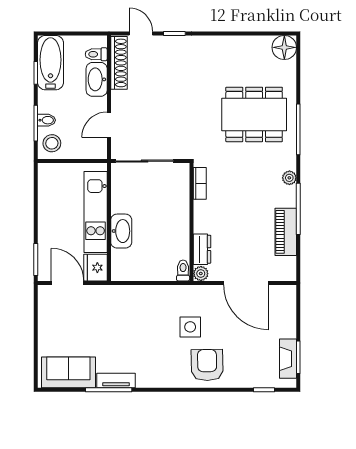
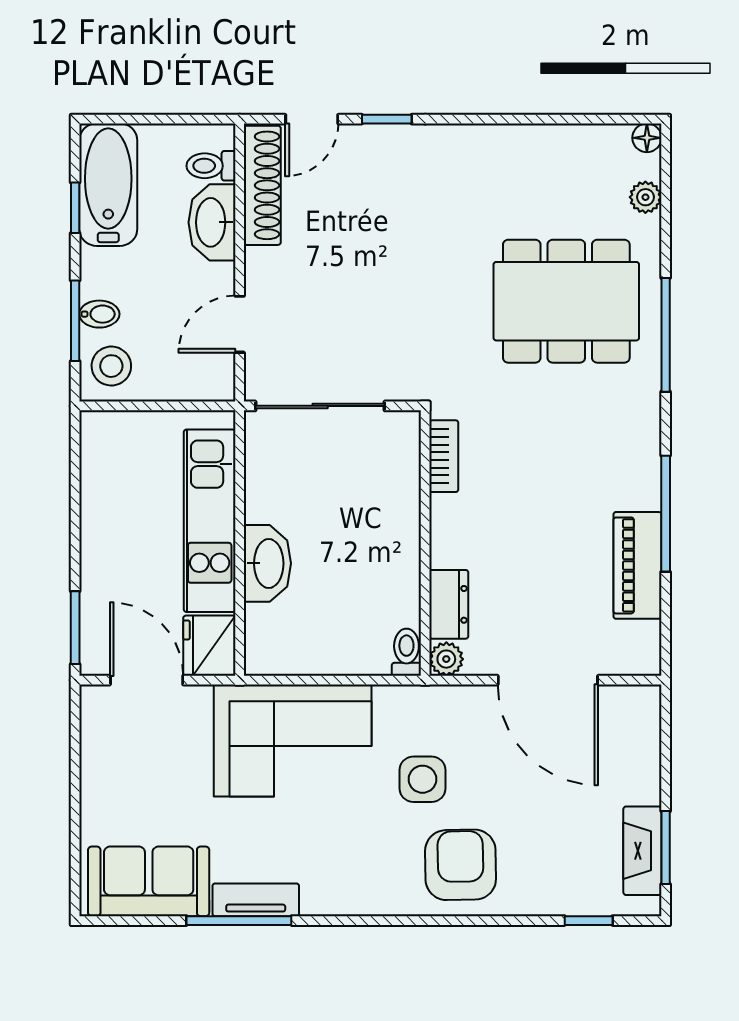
door: (141, 33) -> (312, 119), swing flipped
floor lamp: (284, 47) -> (647, 138), width x0.53, depth x0.53
plant: (289, 178) -> (645, 197), moved
corner sofa: (132, 310) -> (293, 740), added

